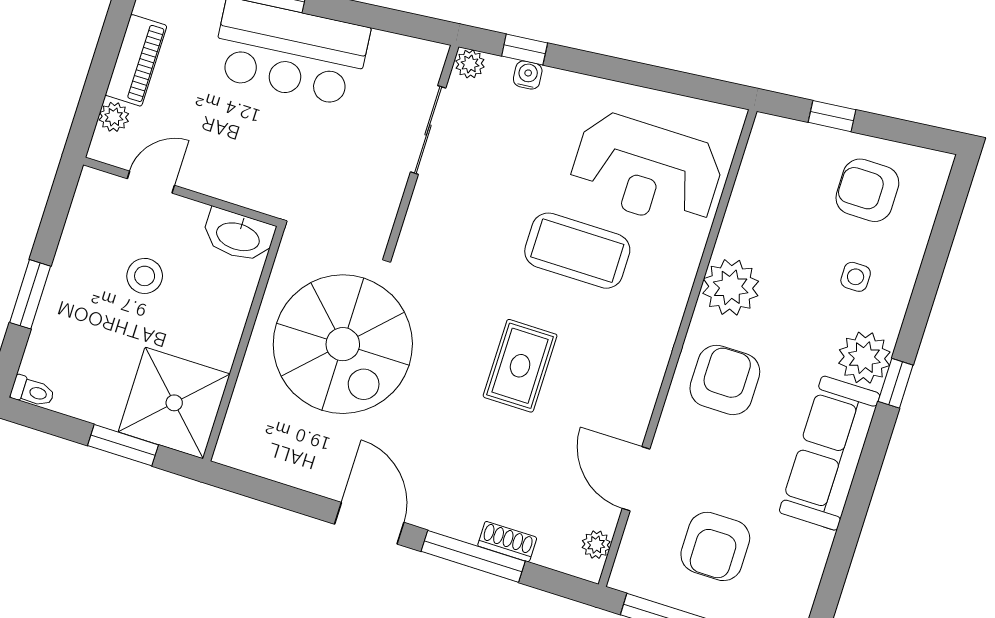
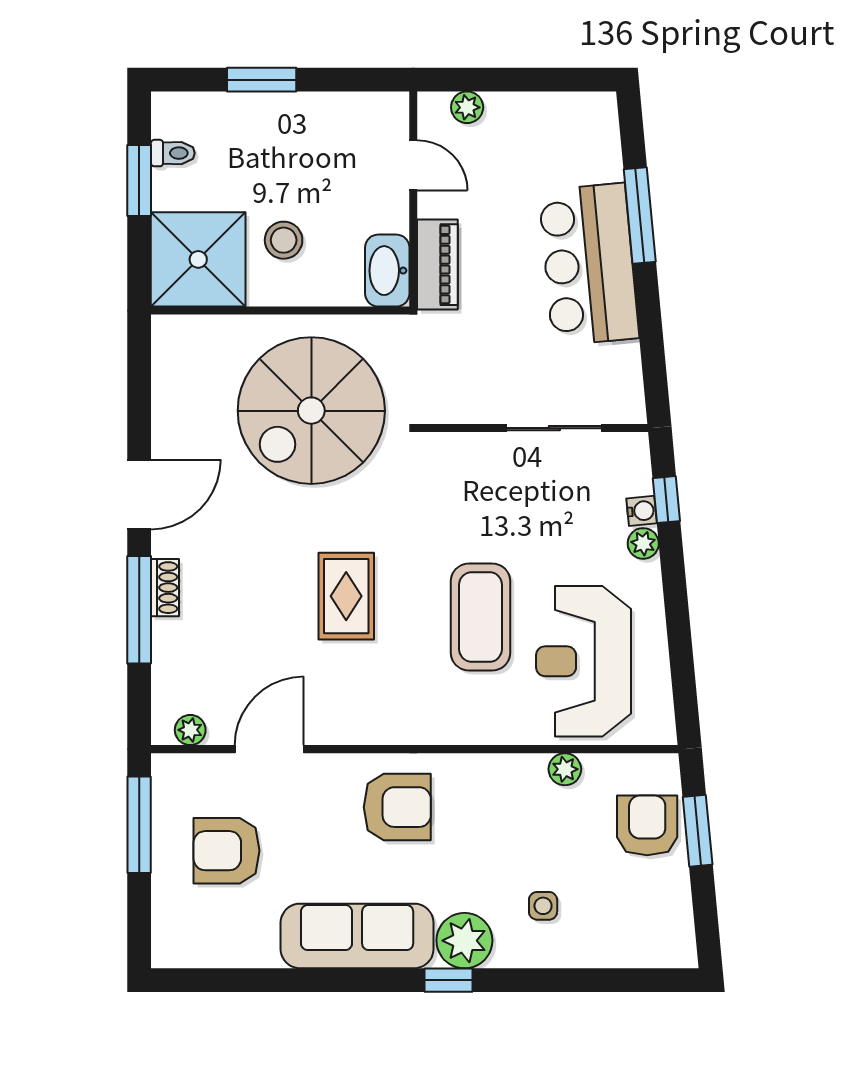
piano: (136, 60) -> (437, 265), moved, turned -90
plant: (470, 64) -> (643, 543), moved
window: (832, 116) -> (698, 831), width x1.50
armchair: (867, 190) -> (647, 825), moved
stool: (145, 276) -> (284, 240), moved
plant: (731, 287) -> (565, 769), moved, width x0.53, depth x0.53
rug: (520, 366) -> (346, 596), turned 90
toilet: (33, 392) -> (173, 153), moved, turned -90
window: (123, 445) -> (139, 180), moved
shoe rack: (507, 542) -> (165, 588), moved

